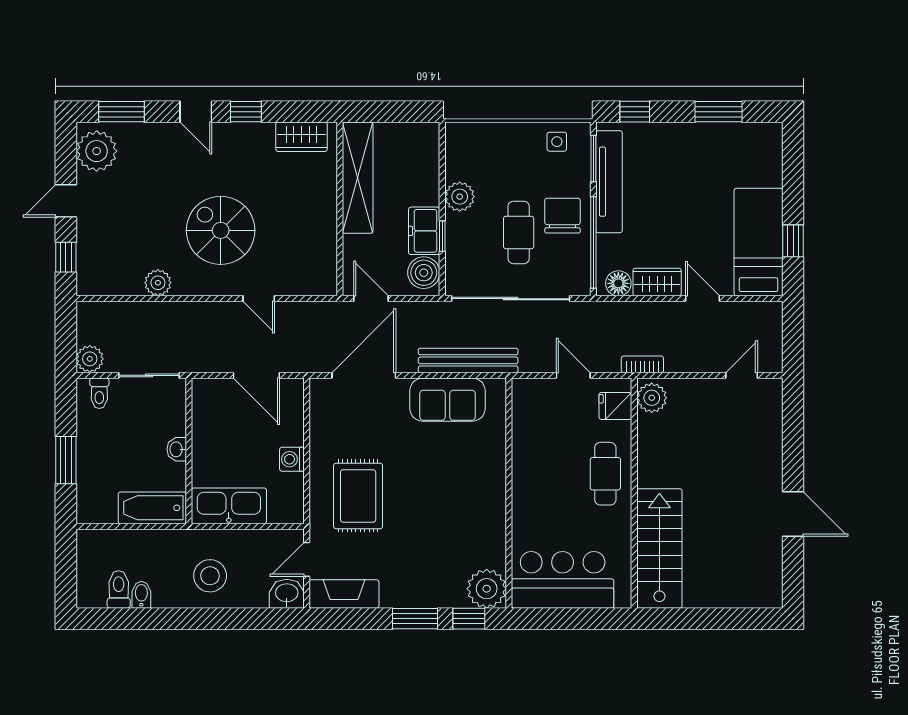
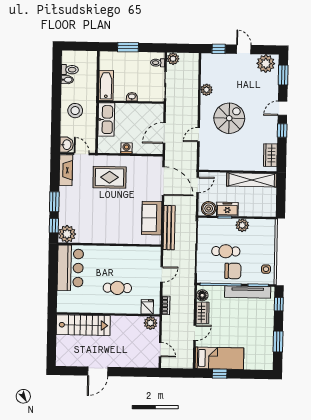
plant: (652, 398) -> (151, 323), moved
fridge: (615, 406) -> (147, 307), moved
wall: (634, 493) -> (108, 314), moved
stairs: (659, 548) -> (83, 325), moved

